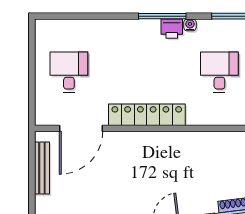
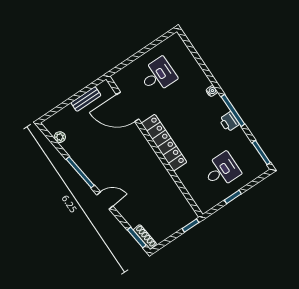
water cooler: (190, 25) -> (212, 91), moved
bench: (42, 168) -> (86, 99), width x0.73

